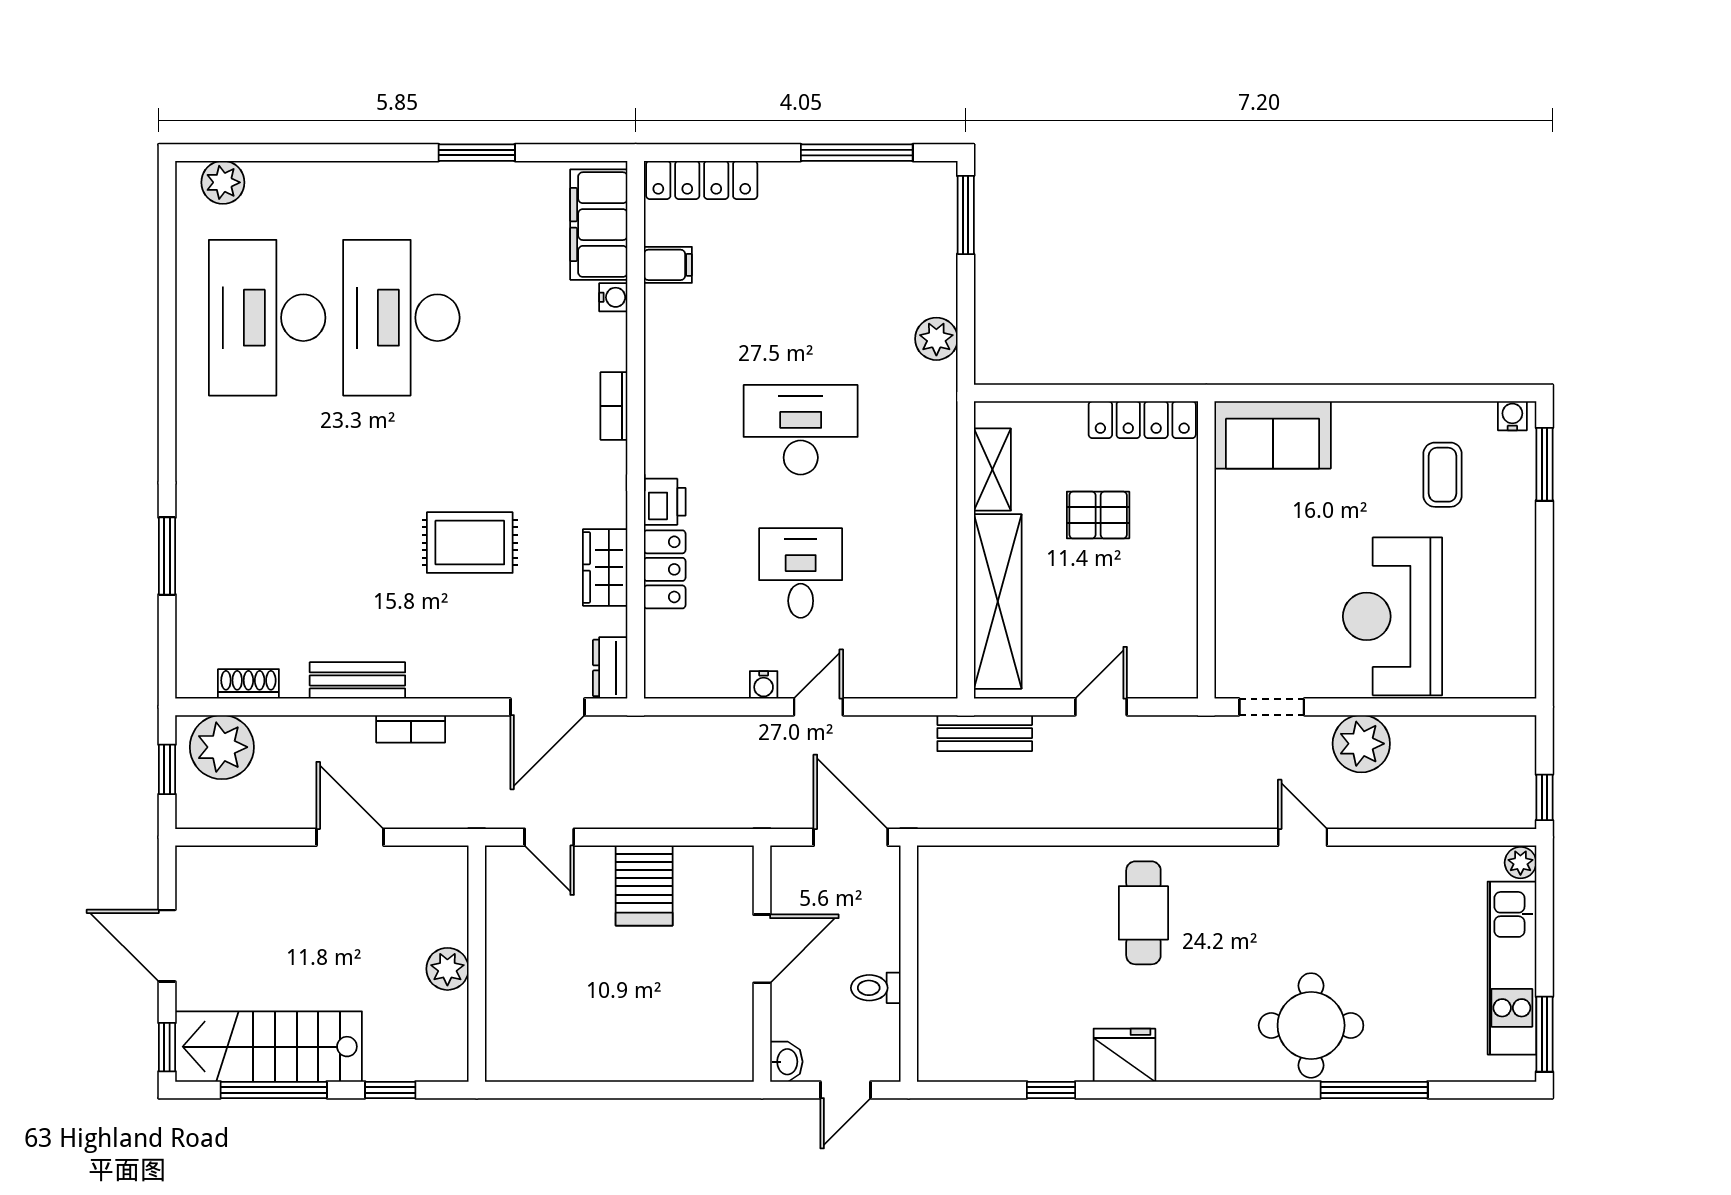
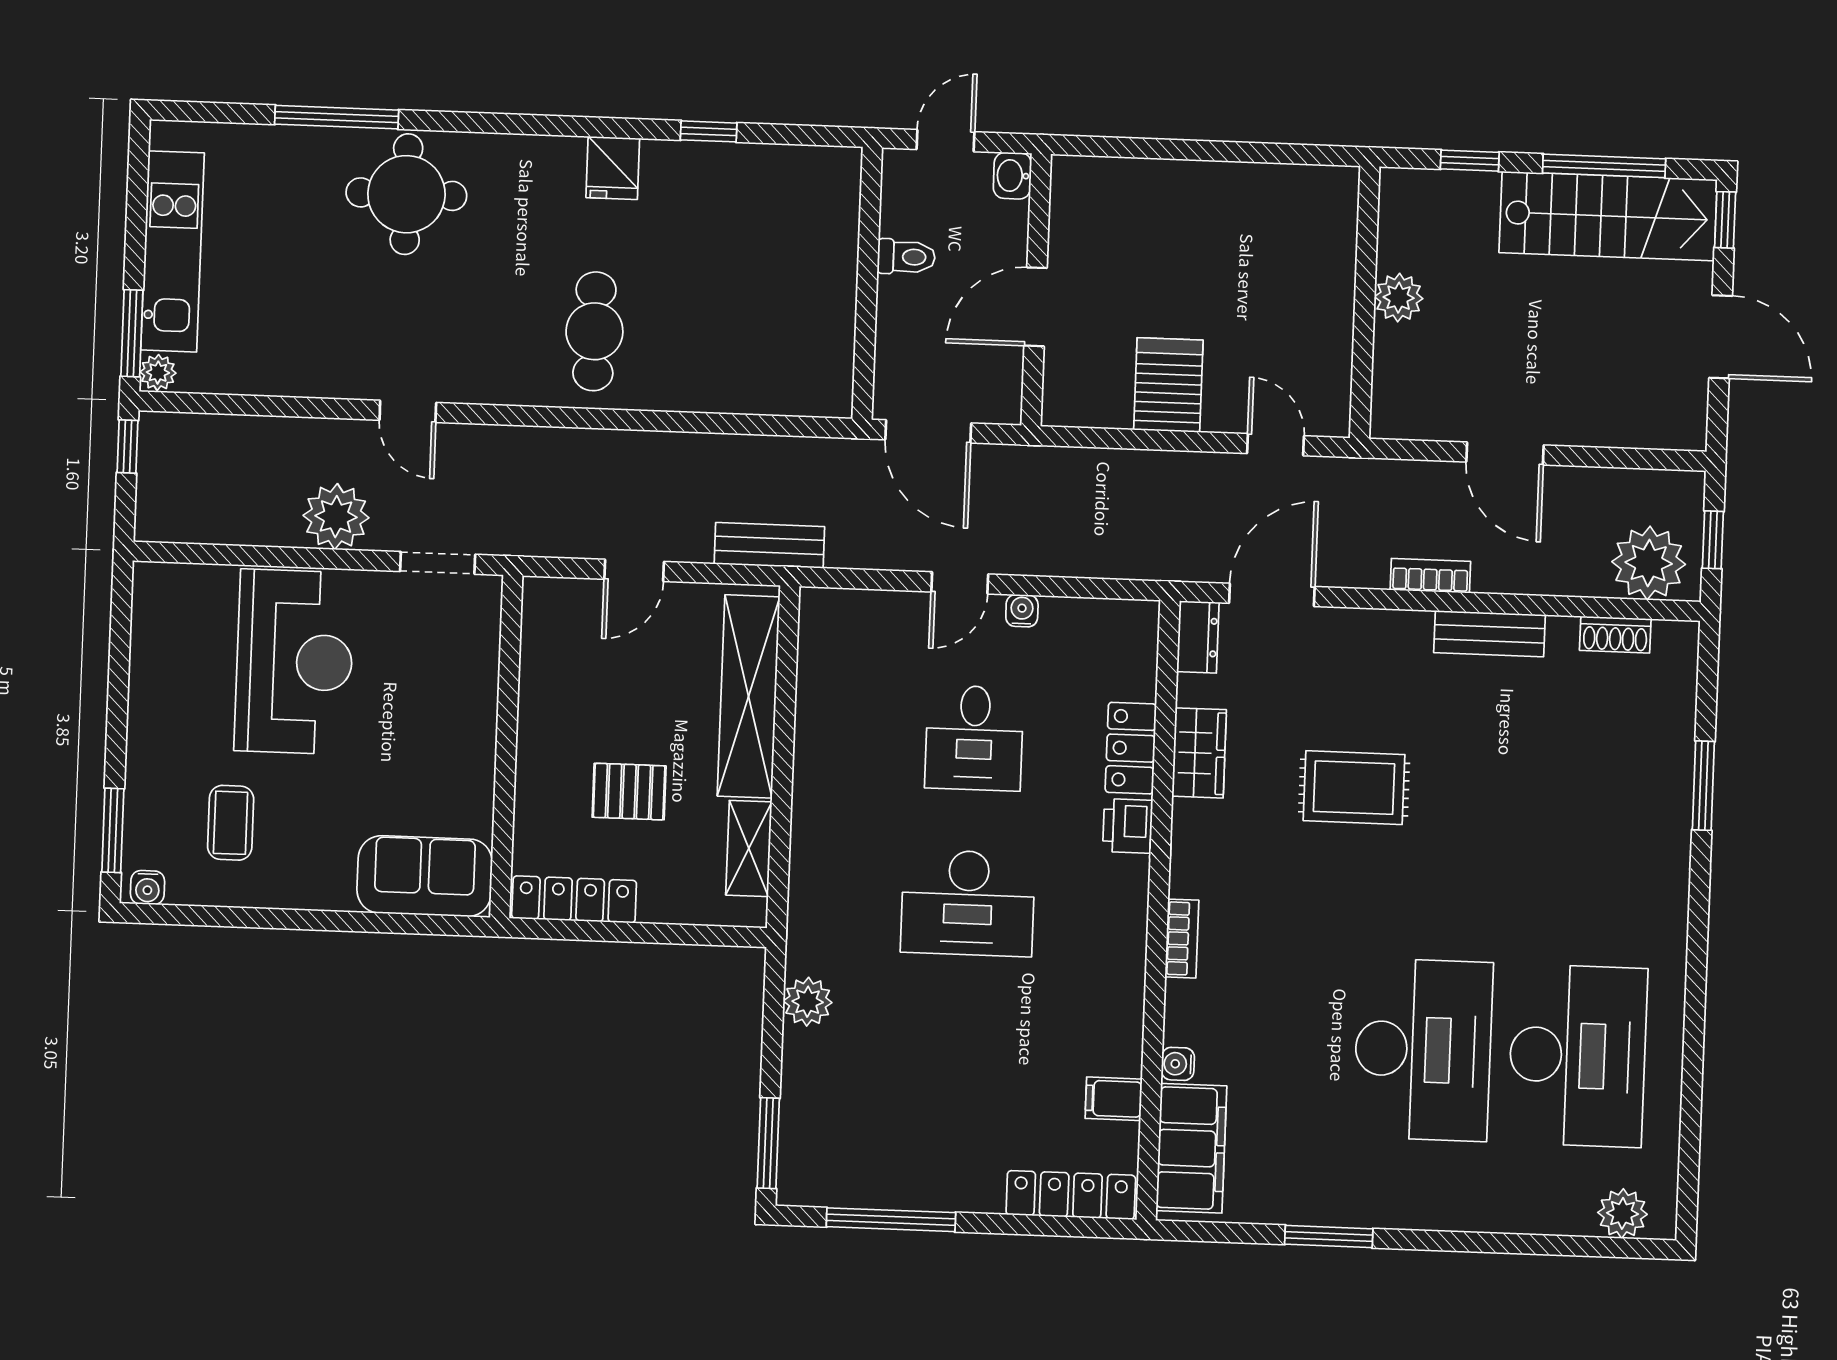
window: (1544, 1034) -> (132, 333), moved
fridge: (1124, 1055) -> (613, 168), width x0.72

